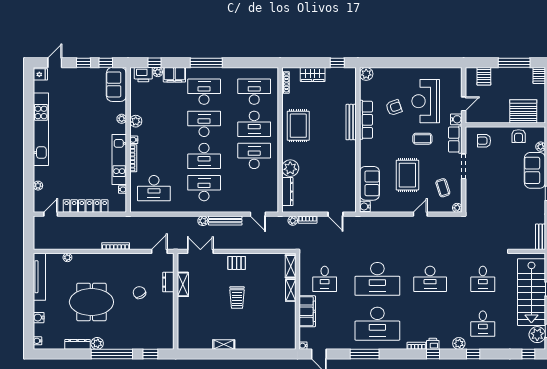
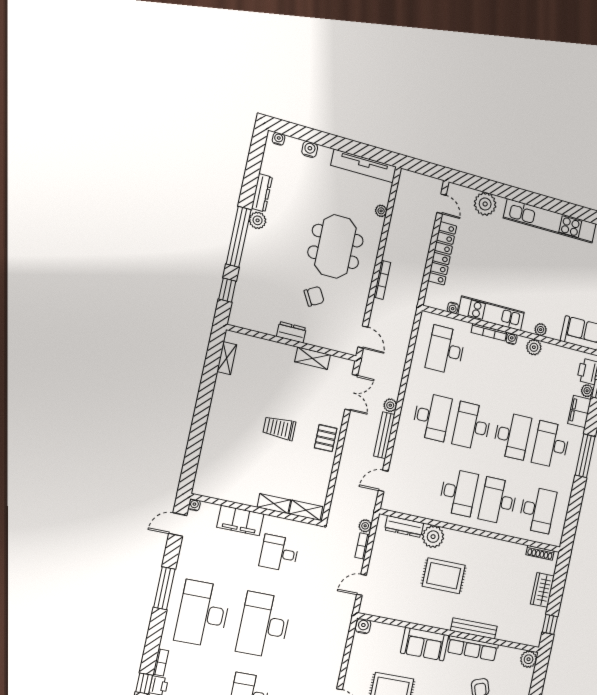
desk: (204, 92) -> (551, 445), turned 180
rug: (298, 126) -> (444, 576), moved
sofa: (369, 183) -> (425, 644), moved
plant: (38, 186) -> (485, 204), width x1.88, depth x1.88
dresser: (168, 282) -> (291, 332), moved
meeting table: (91, 302) -> (335, 246), moved
shelving: (224, 345) -> (227, 358), moved

